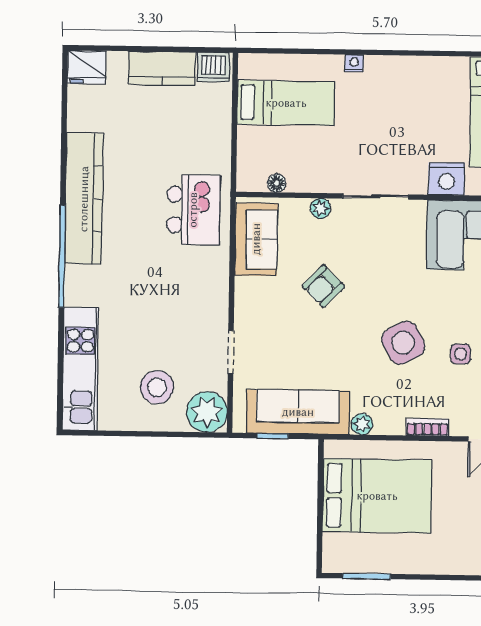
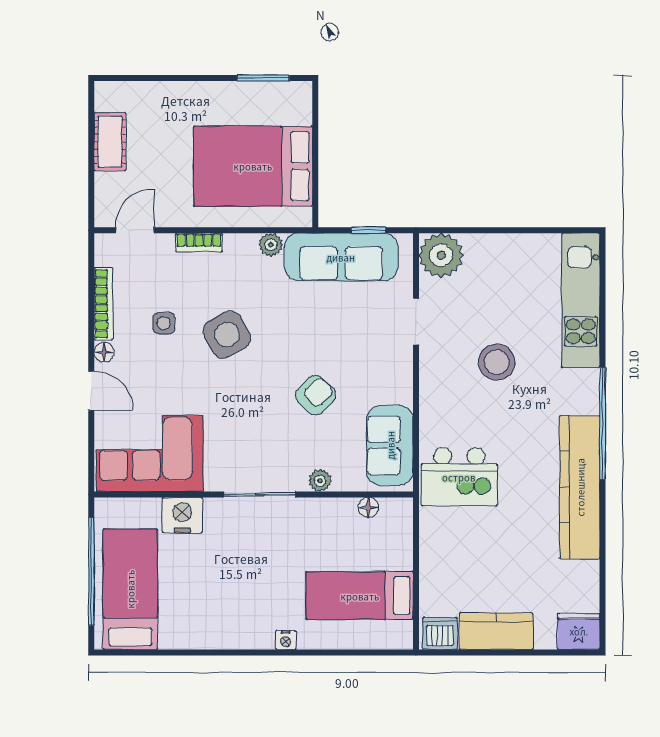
kitchen island: (193, 210) -> (459, 477), turned -90
stool: (157, 387) -> (497, 362), moved

